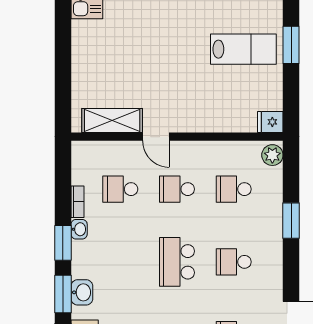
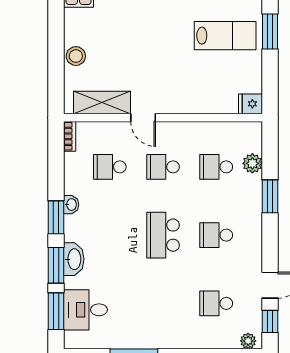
stool: (84, 71) -> (76, 56), added
plant: (272, 155) -> (252, 163), moved
bookcase: (77, 202) -> (70, 136), moved
washbasin: (82, 292) -> (74, 259), width x1.38

